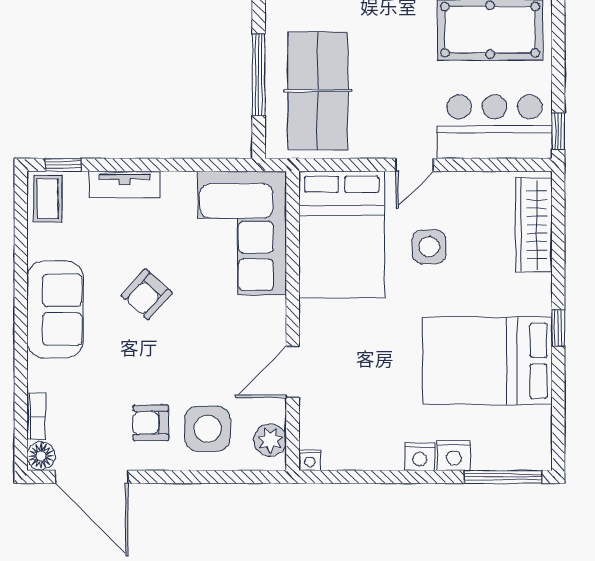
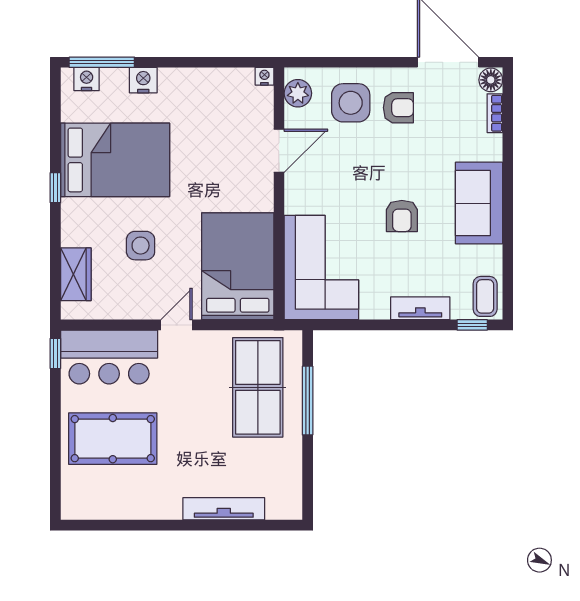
wardrobe: (534, 225) -> (76, 274), width x0.67
side table: (429, 247) -> (141, 246), moved
armchair: (147, 294) -> (402, 216), turned 138
nightstand: (420, 457) -> (87, 79), moved

